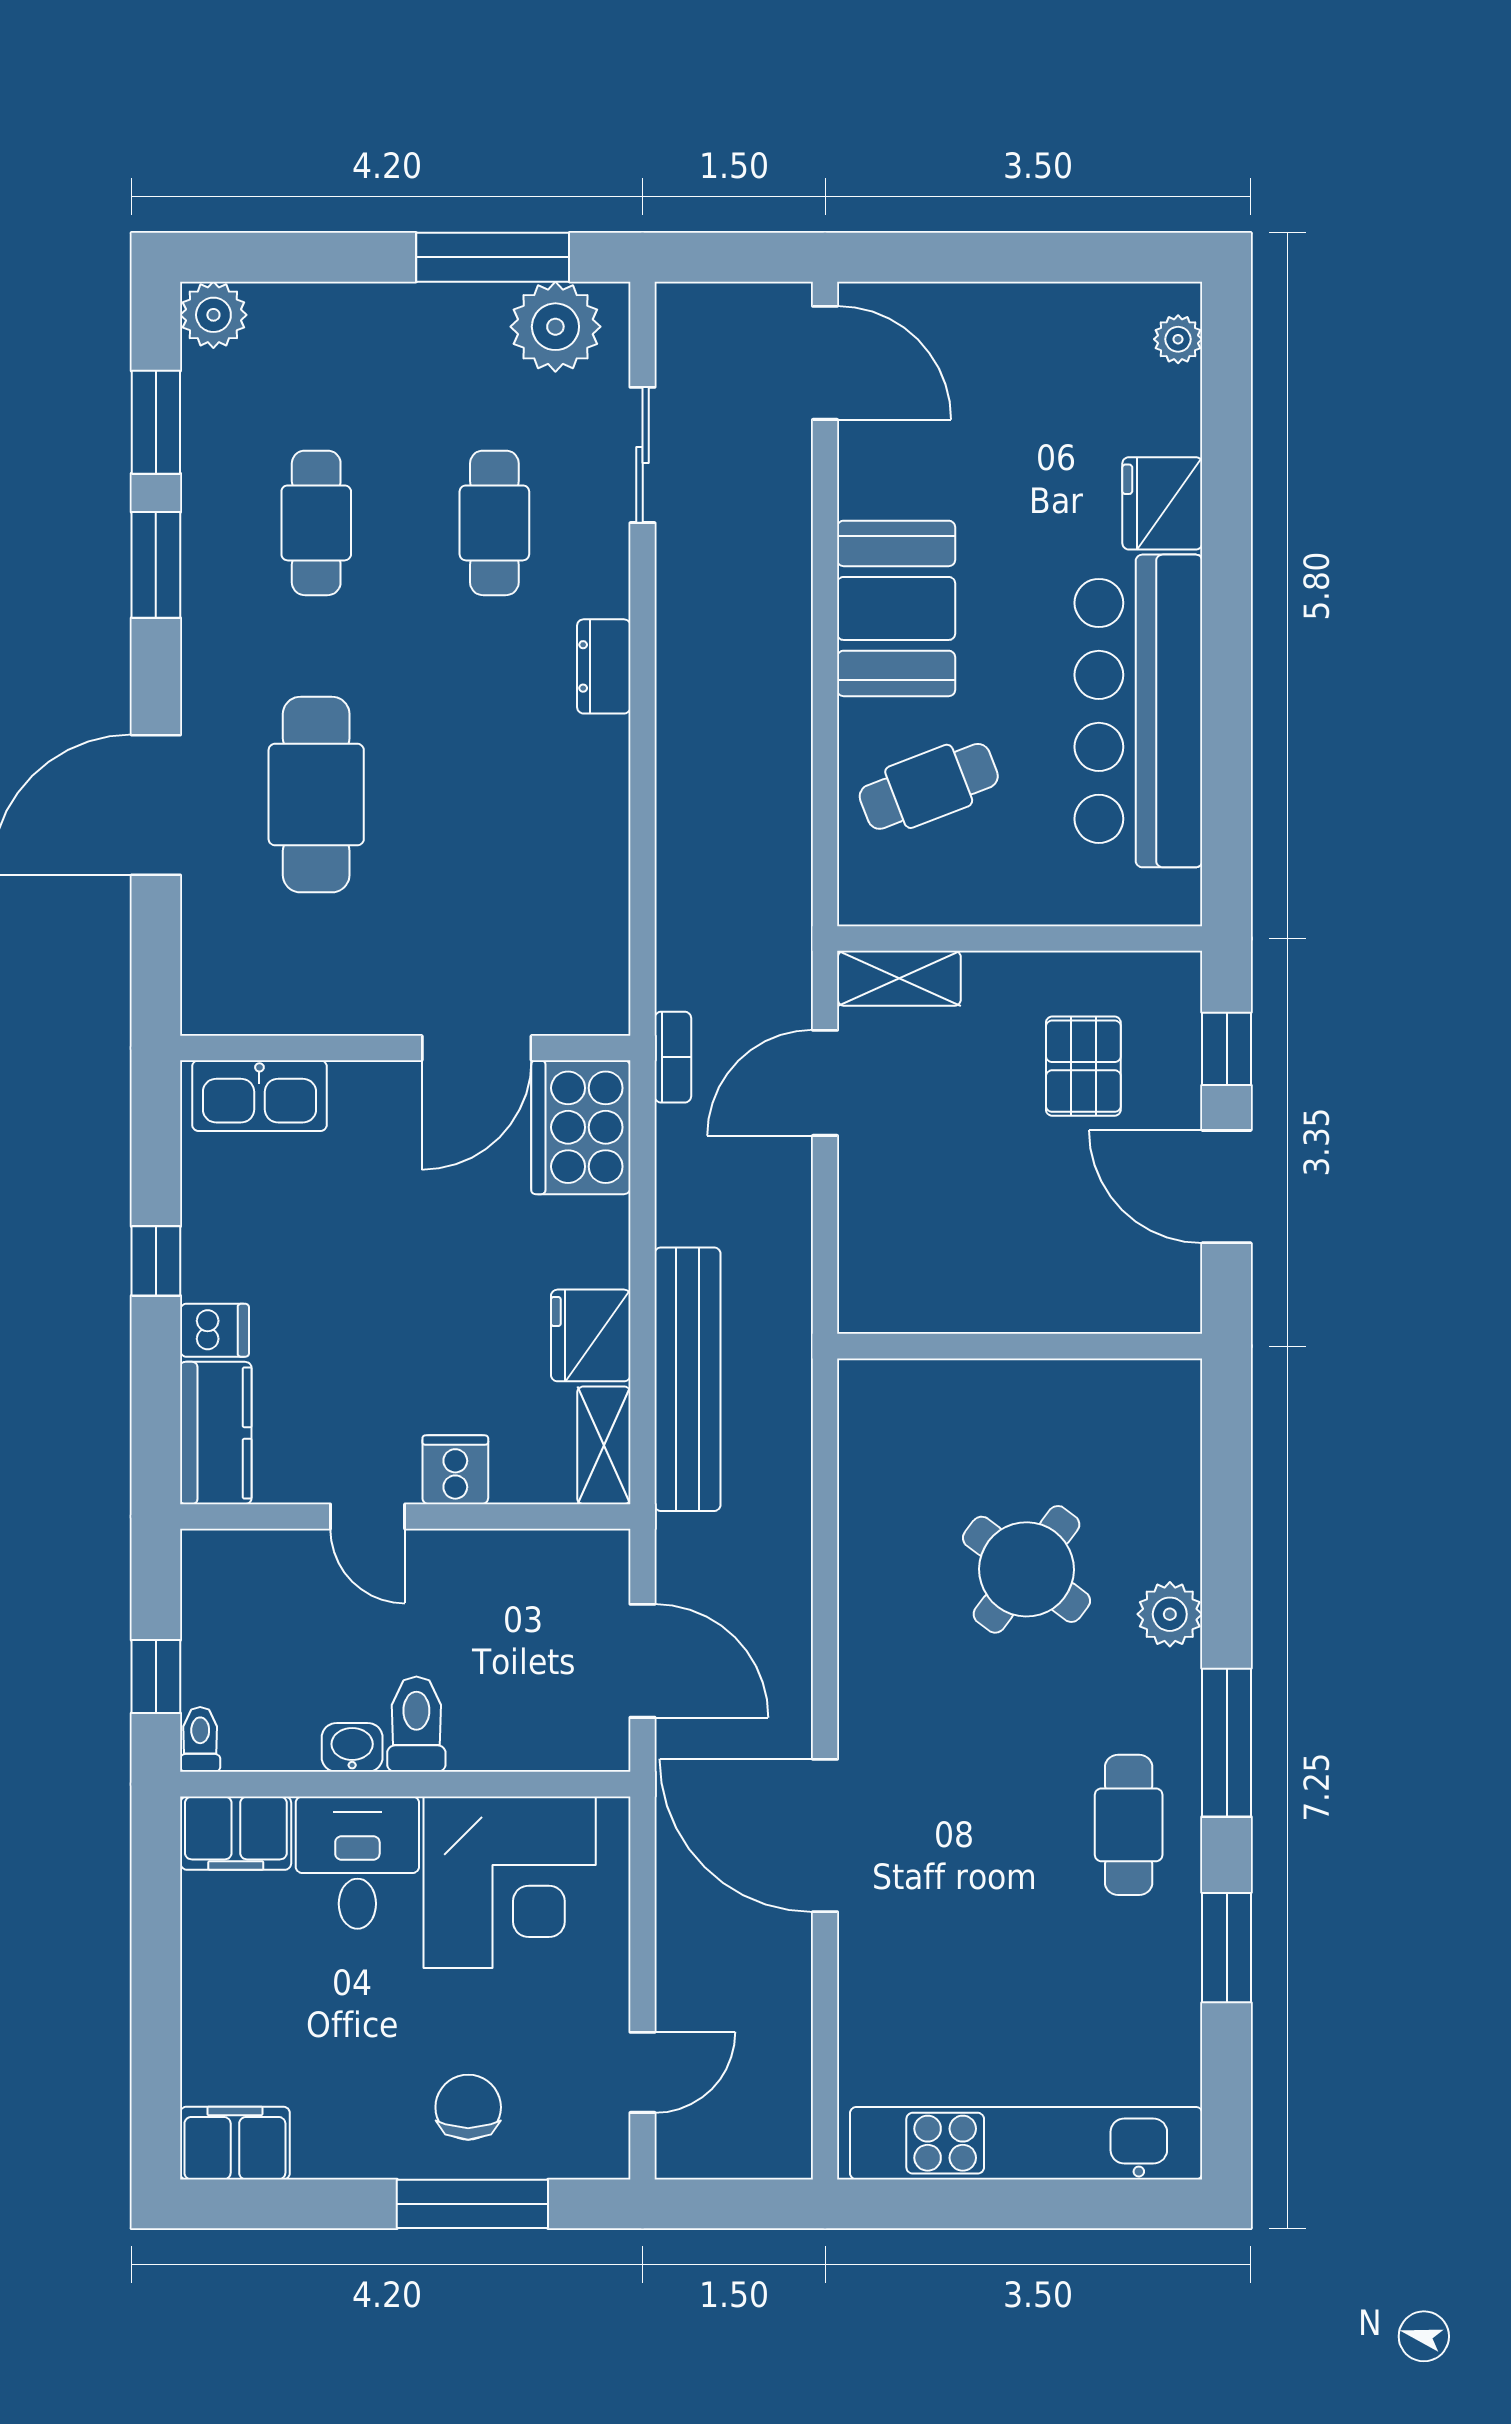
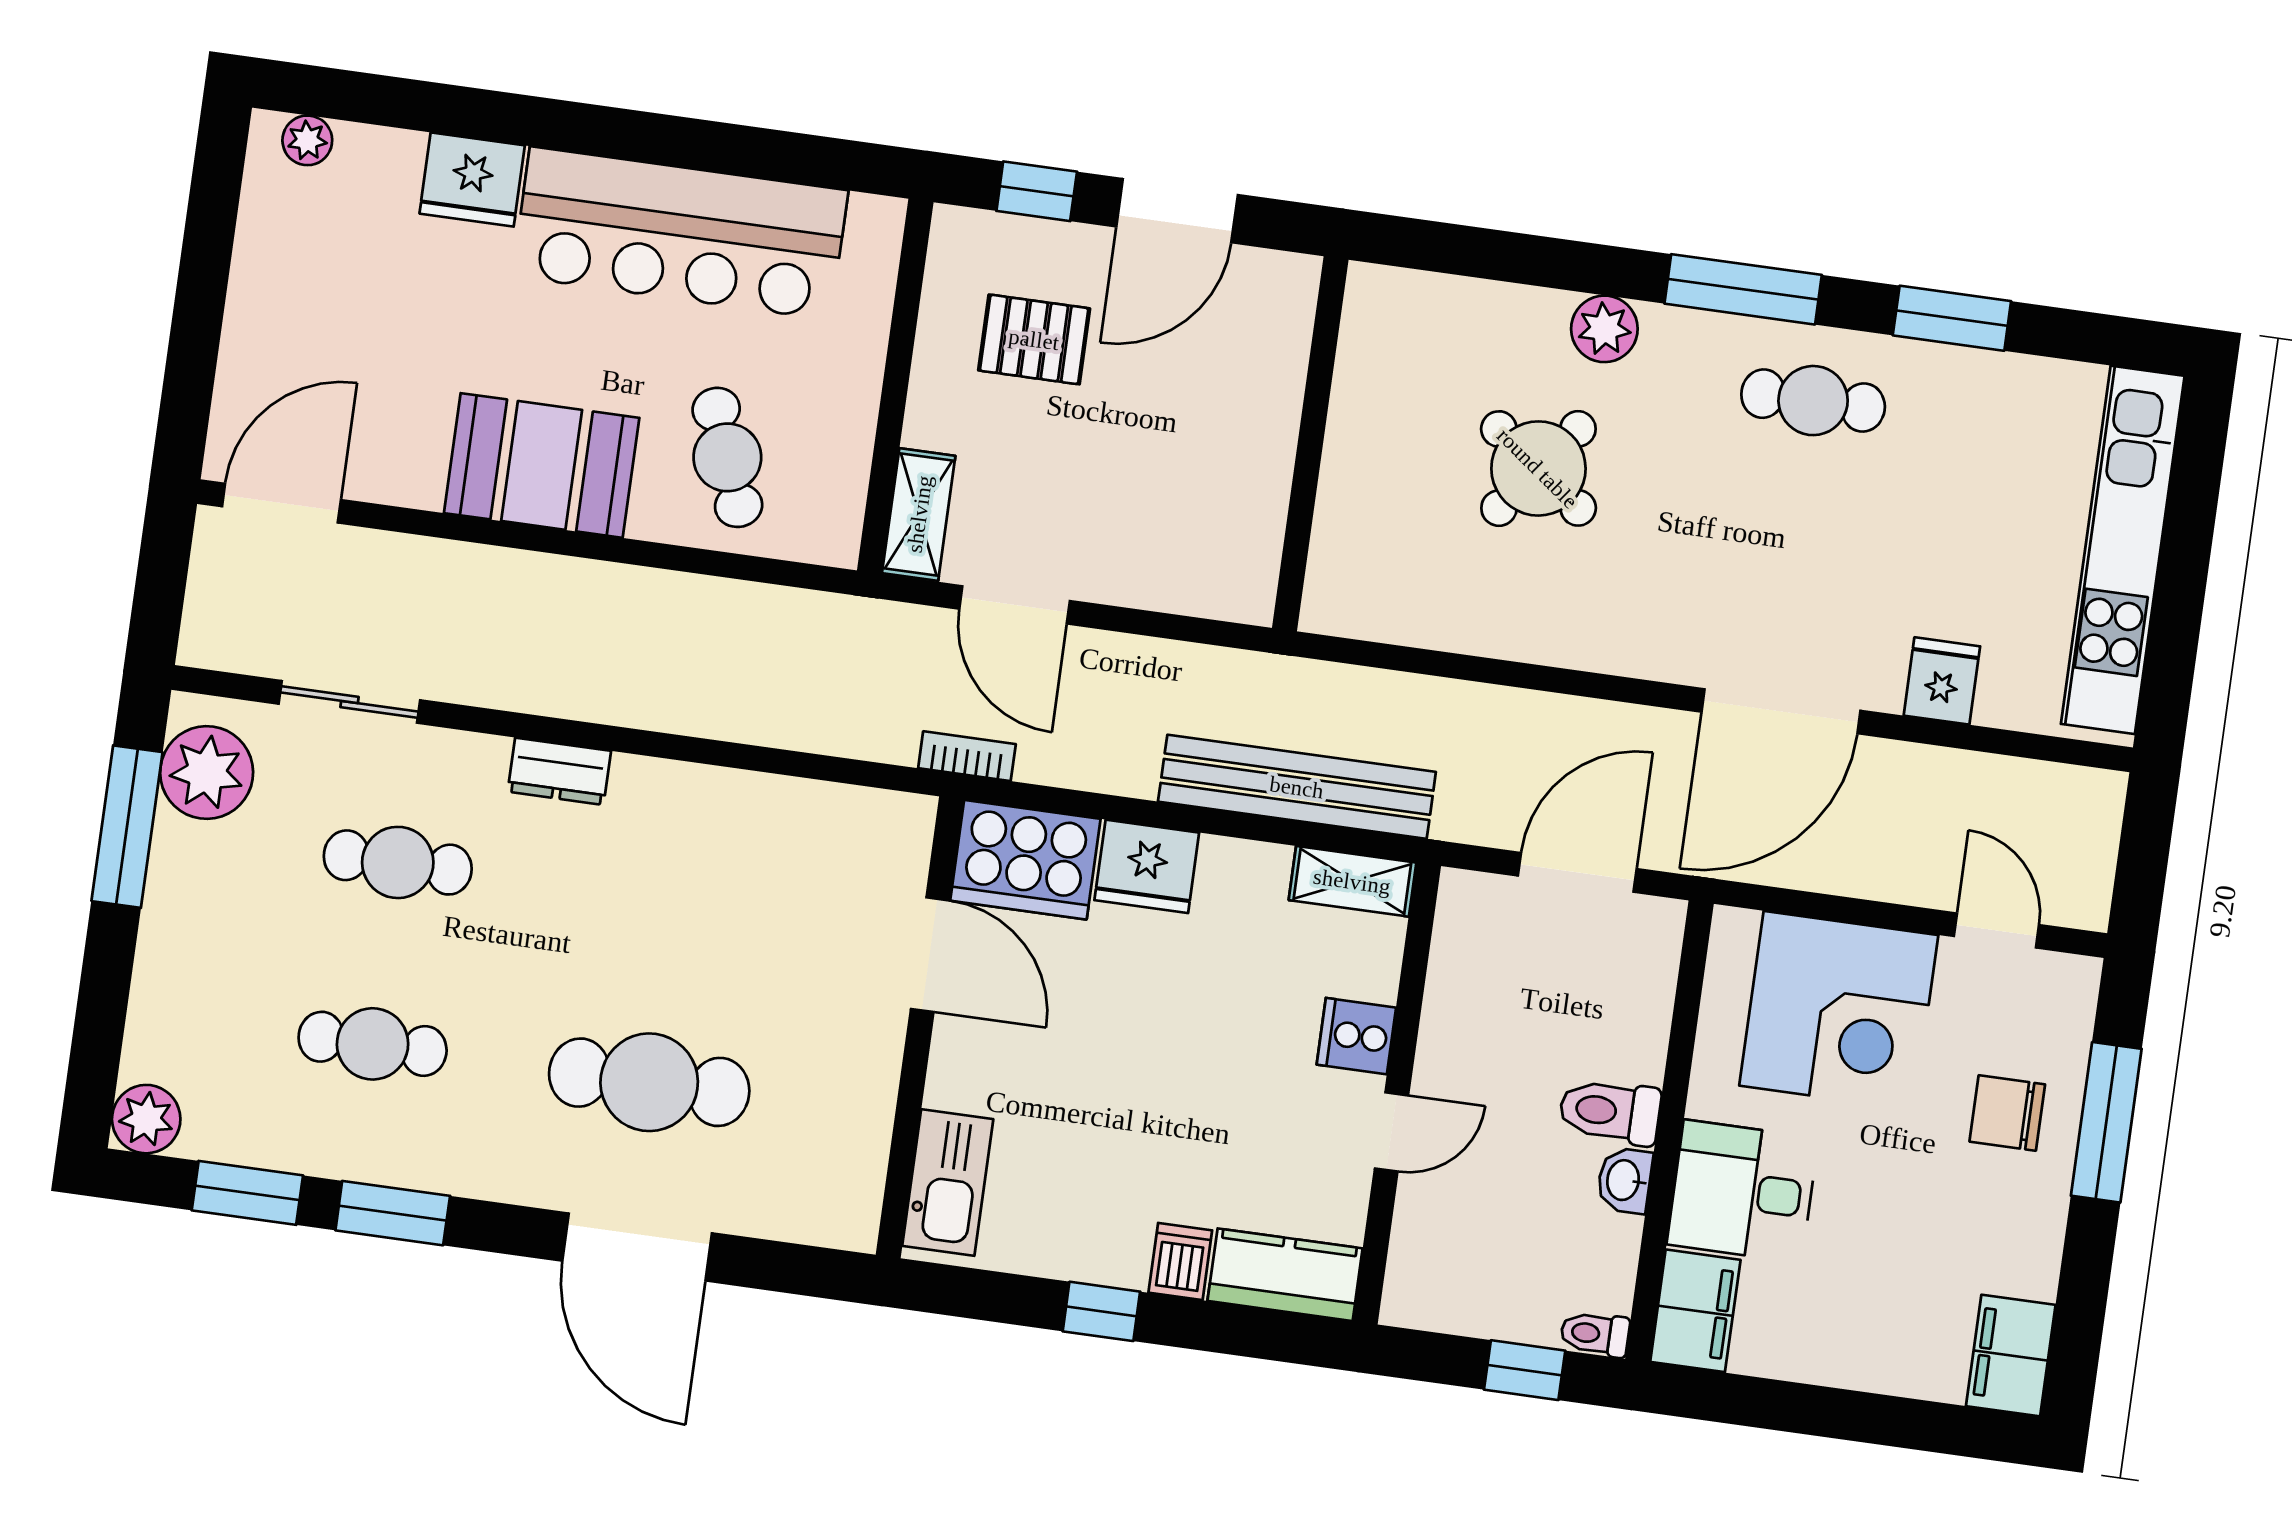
fridge: (591, 1335) -> (1147, 866), moved
corner desk: (510, 1882) -> (1839, 1010), moved, turned 90
fridge: (876, 1986) -> (1942, 681), added

